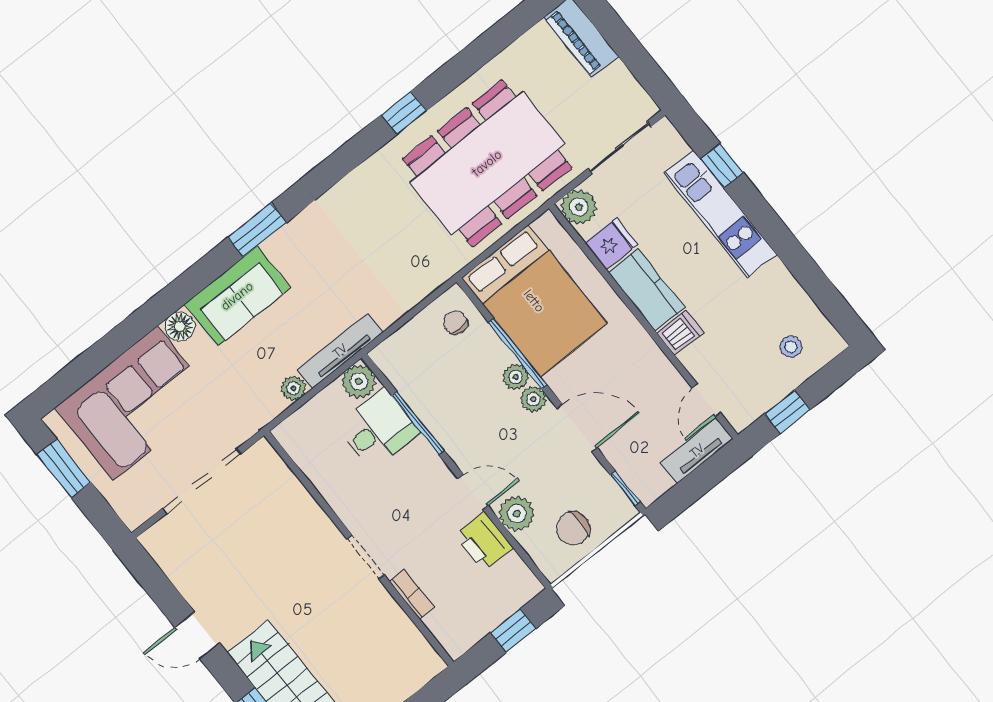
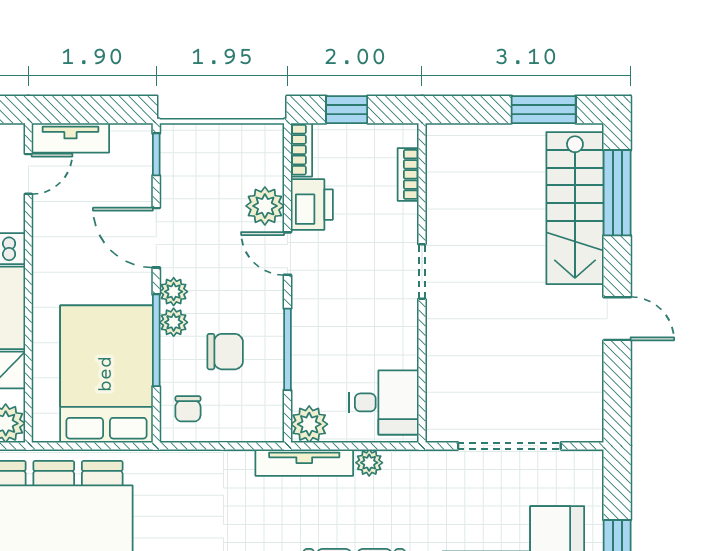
desk: (378, 429) -> (384, 402), moved, turned 180
chair: (573, 528) -> (225, 352), moved
bookcase: (523, 575) -> (301, 150), added
bookcase: (412, 594) -> (408, 174), moved

